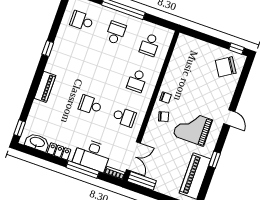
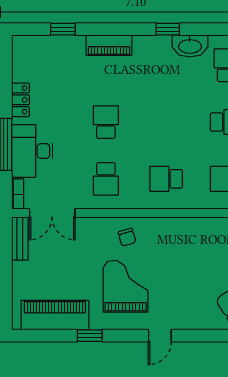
chair: (166, 98) -> (156, 230), removed
window: (20, 128) -> (63, 29), moved
washbasin: (37, 142) -> (190, 46), moved, turned 90

